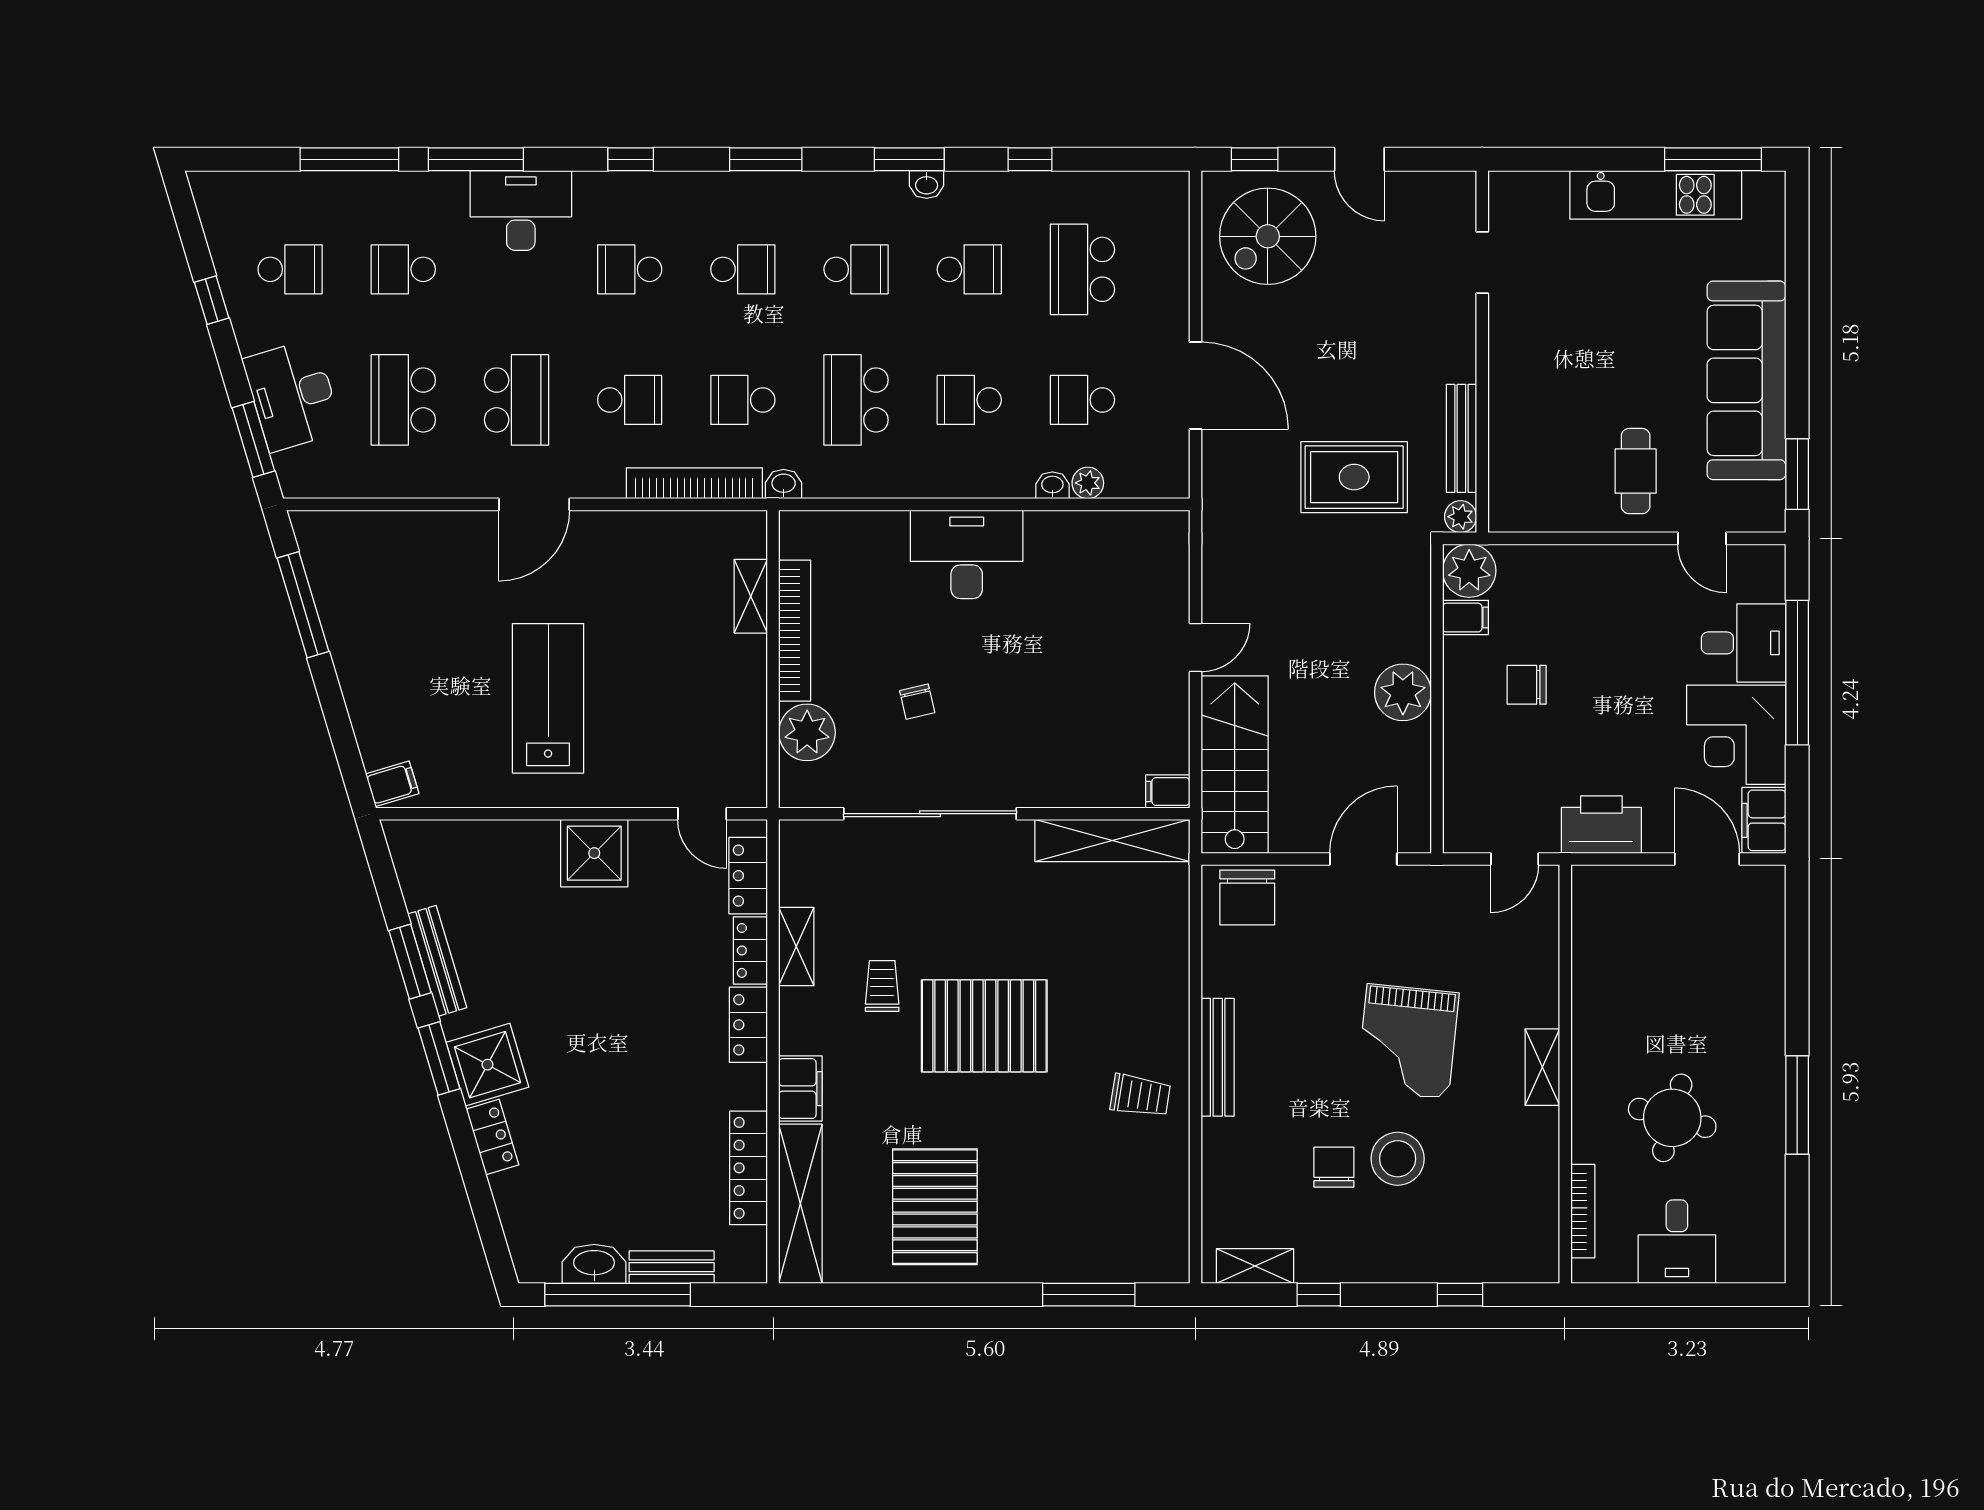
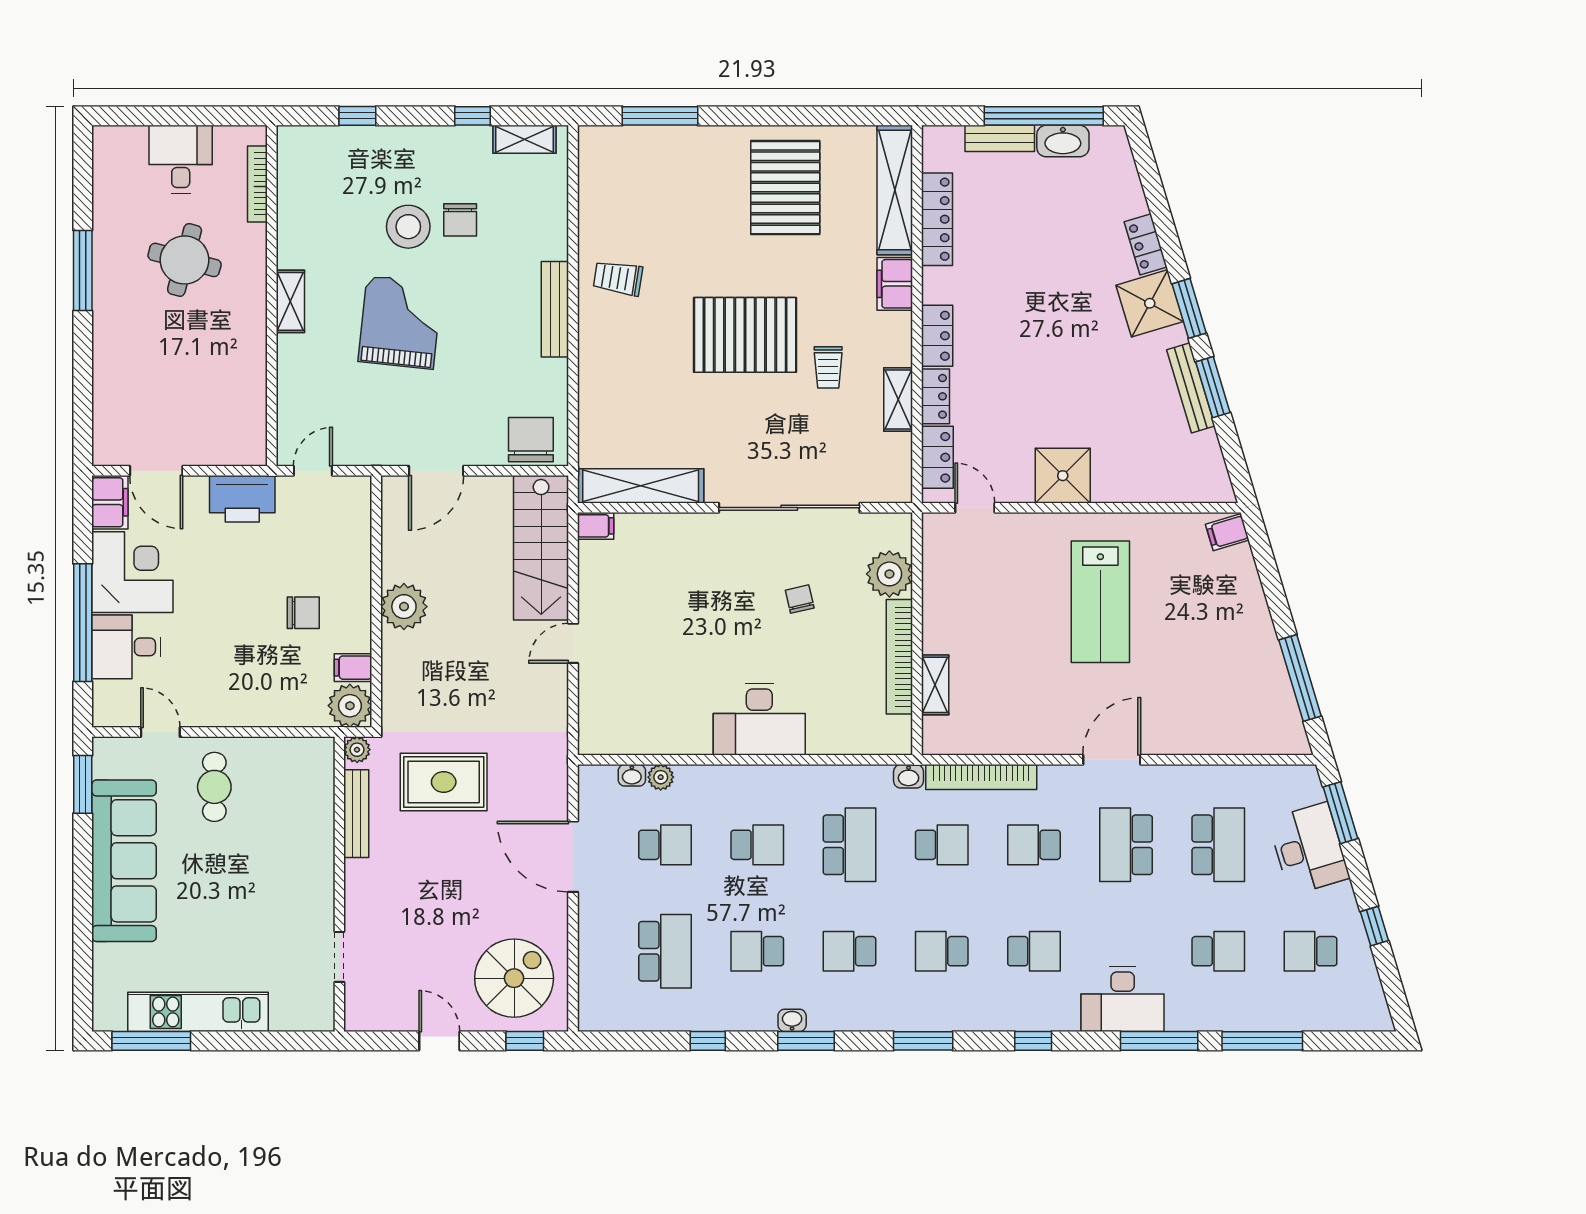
washbasin: (1052, 485) -> (632, 775), moved

